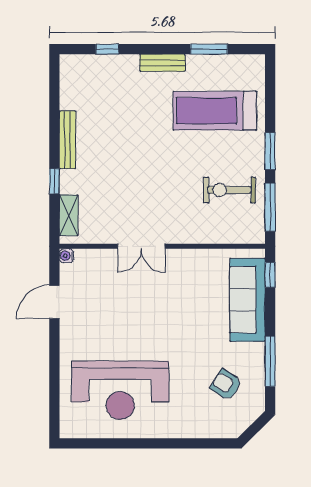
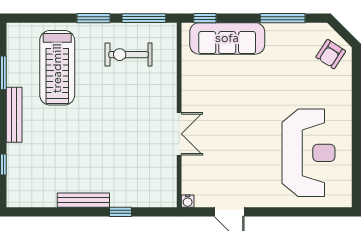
bench: (163, 63) -> (14, 115), width x1.36
exercise bike: (229, 190) -> (128, 55), turned 90
shelving: (69, 215) -> (151, 199), removed
armchair: (226, 385) -> (331, 54), moved

